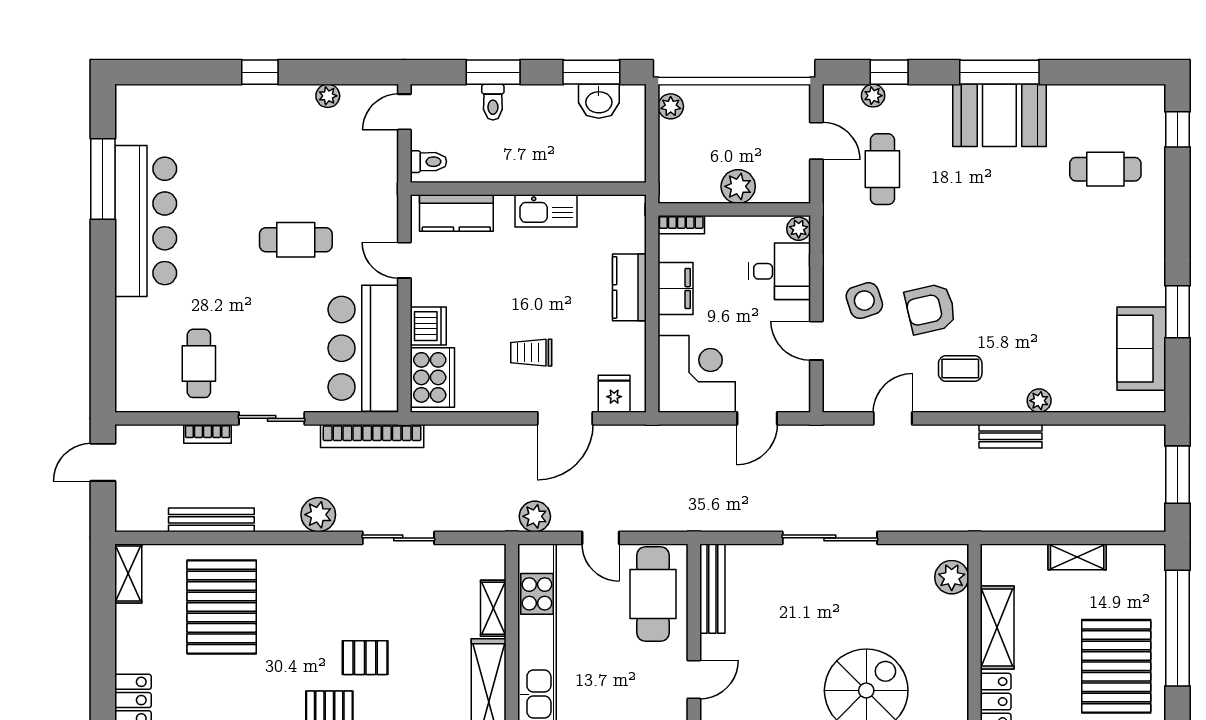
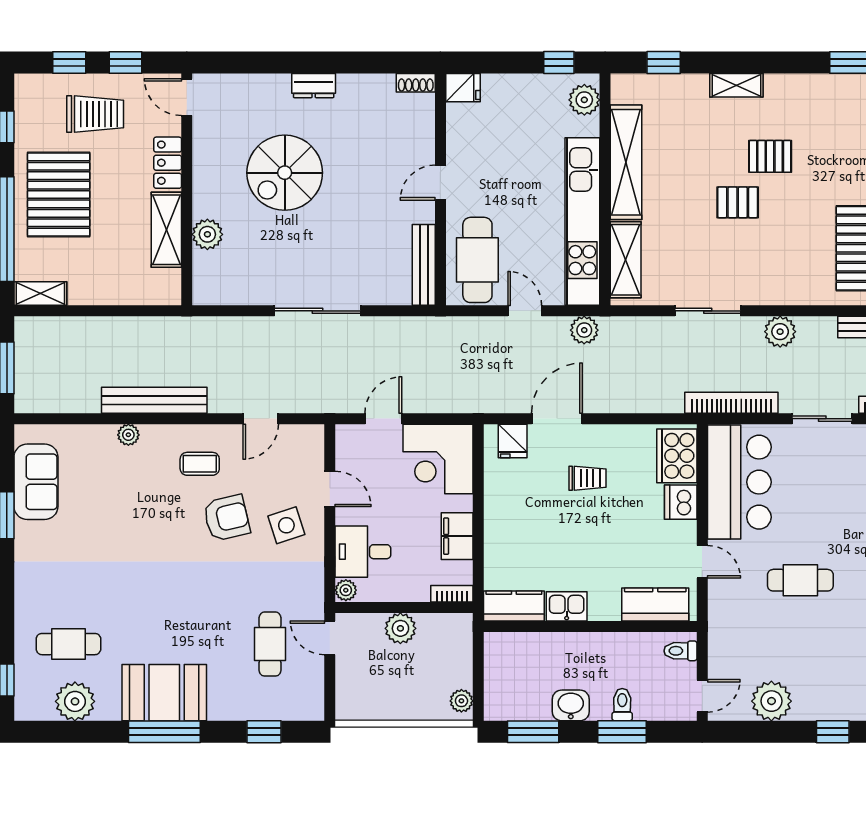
plant: (328, 96) -> (771, 701), width x1.88, depth x1.88
plant: (873, 96) -> (75, 701), moved, width x1.88, depth x1.88
washbasin: (599, 101) -> (571, 705), moved
door: (816, 141) -> (330, 638), moved
kitchen sink: (546, 211) -> (567, 606), width x0.73
kitchen counter: (629, 287) -> (514, 606), moved, turned -90
bench: (1010, 436) -> (154, 400), width x1.86, depth x1.21
shelving: (1077, 557) -> (40, 294), moved
plant: (952, 577) -> (207, 234), moved
shelving: (493, 608) -> (626, 260), width x1.50, depth x1.33

